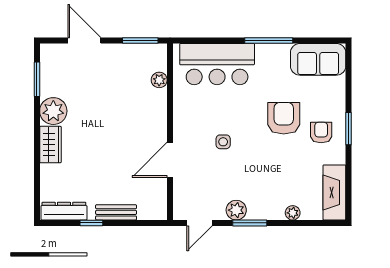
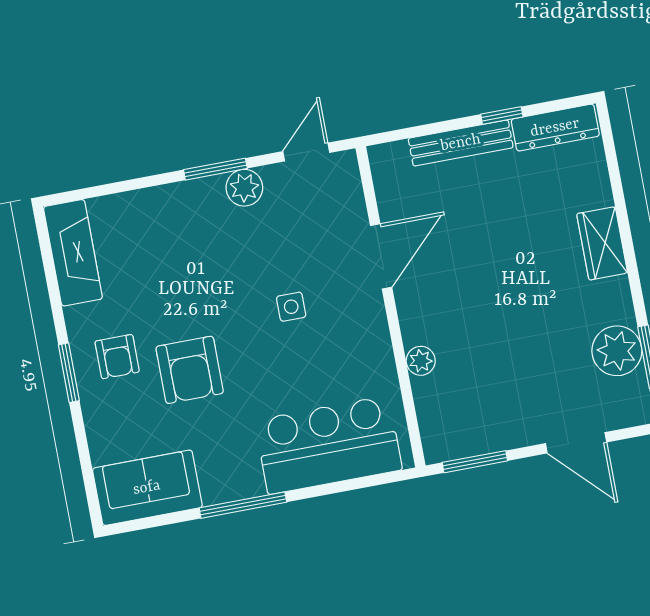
plant: (159, 80) -> (421, 361), moved
plant: (53, 111) -> (617, 351), moved
bench: (116, 212) -> (461, 143), width x1.36
plant: (293, 213) -> (141, 202), removed

